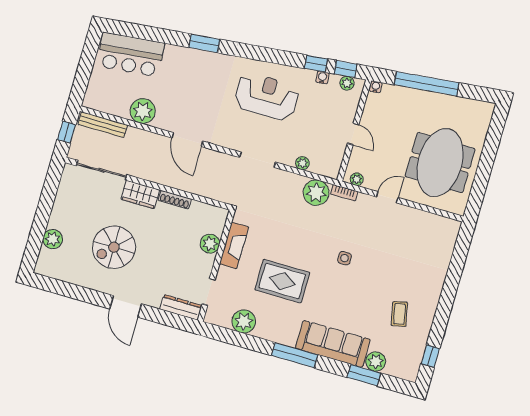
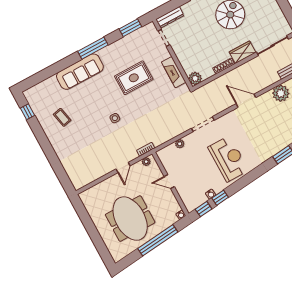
plant: (347, 83) -> (196, 203), removed
reception desk: (267, 96) -> (228, 159), turned -90
meeting table: (440, 163) -> (130, 219), moved
plant: (316, 193) -> (159, 136), removed
plant: (210, 244) -> (195, 78), moved
plant: (244, 321) -> (133, 40), removed
plant: (376, 362) -> (51, 83), removed
window: (364, 375) -> (130, 28), moved

